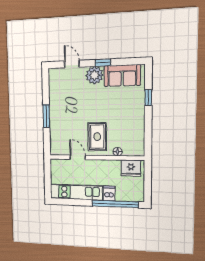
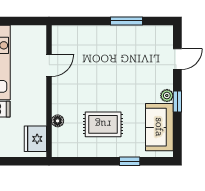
plant: (94, 75) -> (167, 96), width x0.53, depth x0.53
window: (46, 116) -> (126, 21), moved
rug: (97, 137) -> (103, 124), moved

